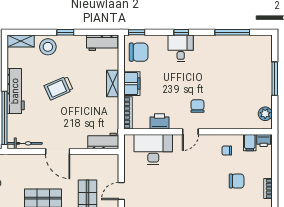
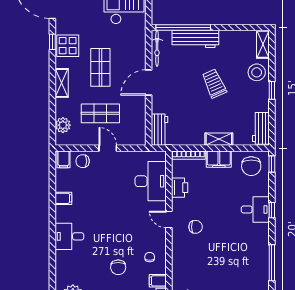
workbench: (16, 91) -> (195, 39), moved

